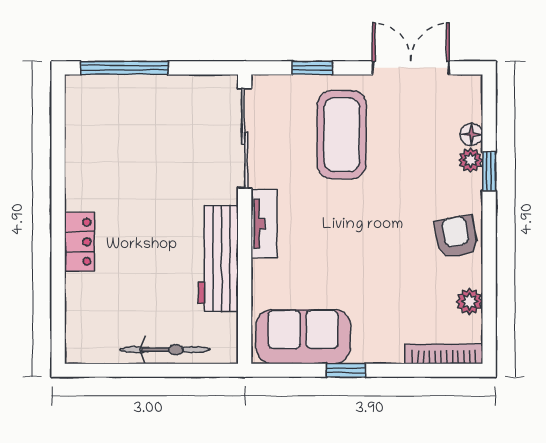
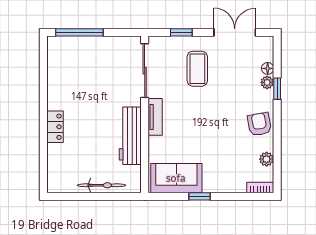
coffee table: (342, 135) -> (197, 69), width x0.73, depth x0.76
bookcase: (444, 354) -> (260, 188), width x0.64

